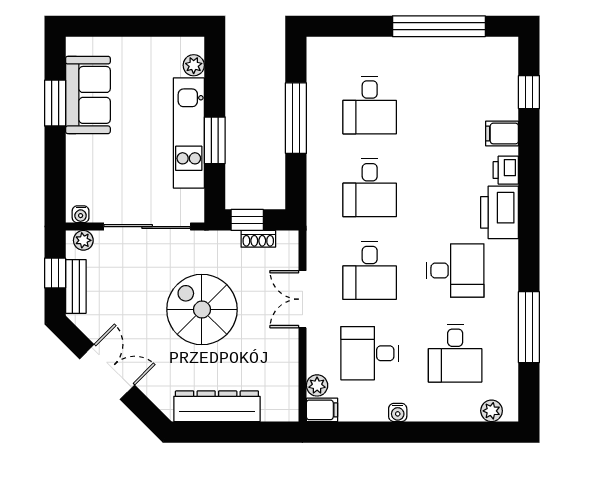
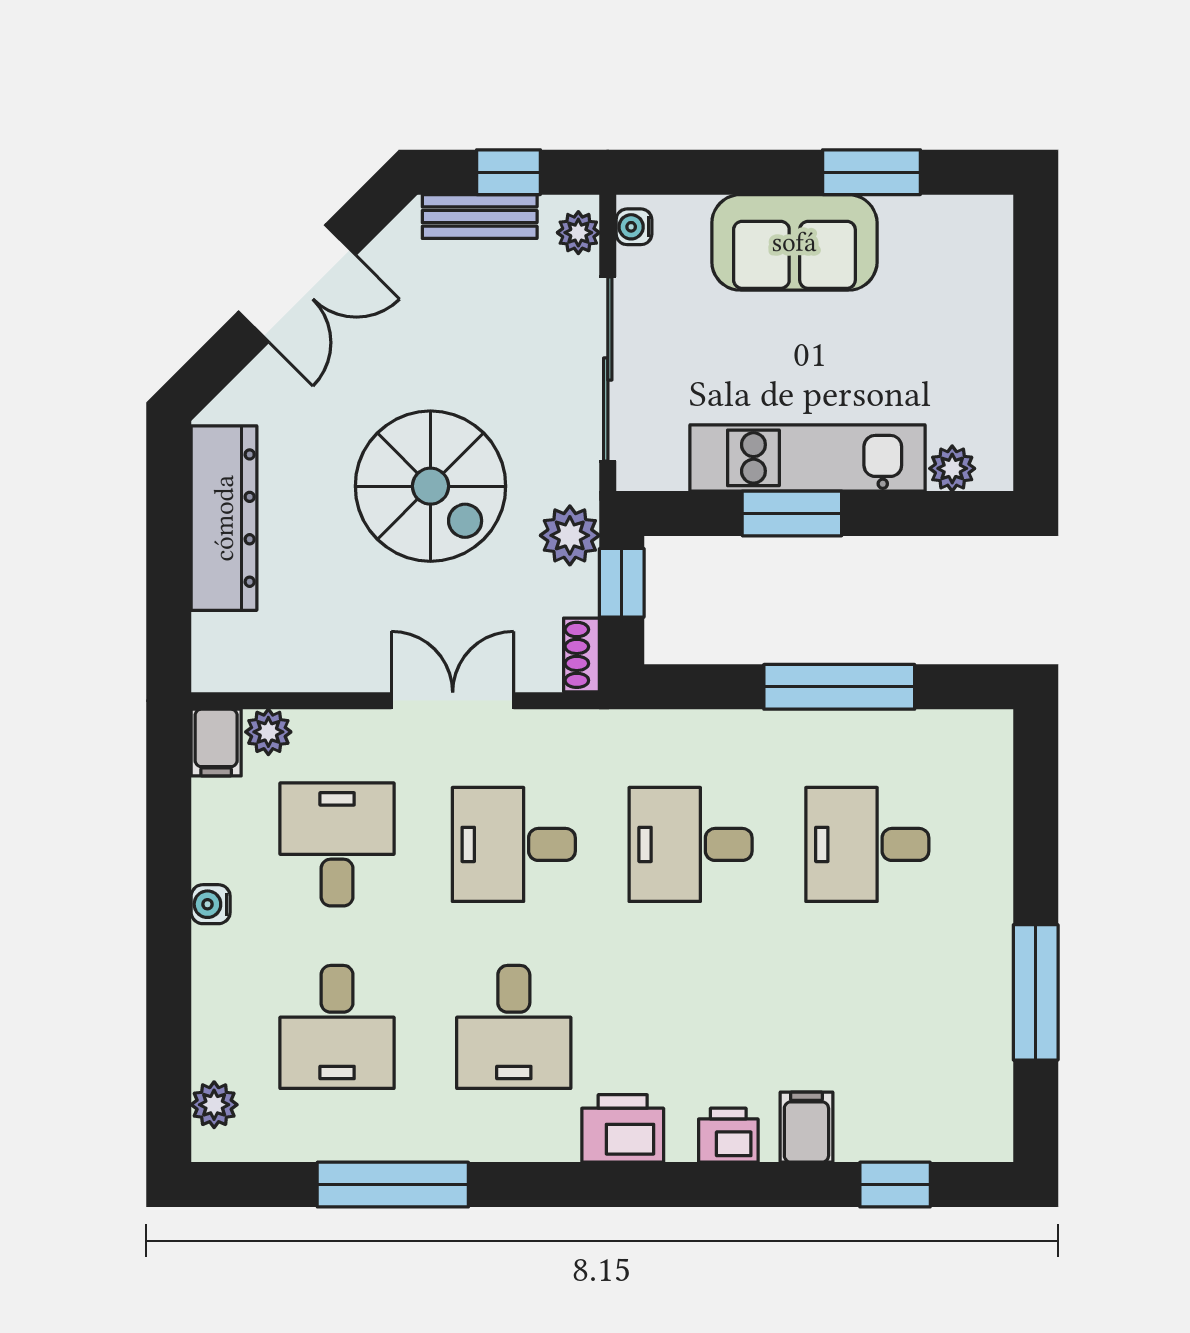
window: (439, 26) -> (1036, 992), width x0.68
sofa: (88, 95) -> (794, 242), moved
printer: (500, 212) -> (623, 1128), width x0.73, depth x0.84
shoe rack: (258, 239) -> (581, 655), moved
plant: (225, 244) -> (570, 535), added
spiral stairs: (202, 310) -> (430, 486), turned 90
desk: (455, 353) -> (337, 1027), turned -90

